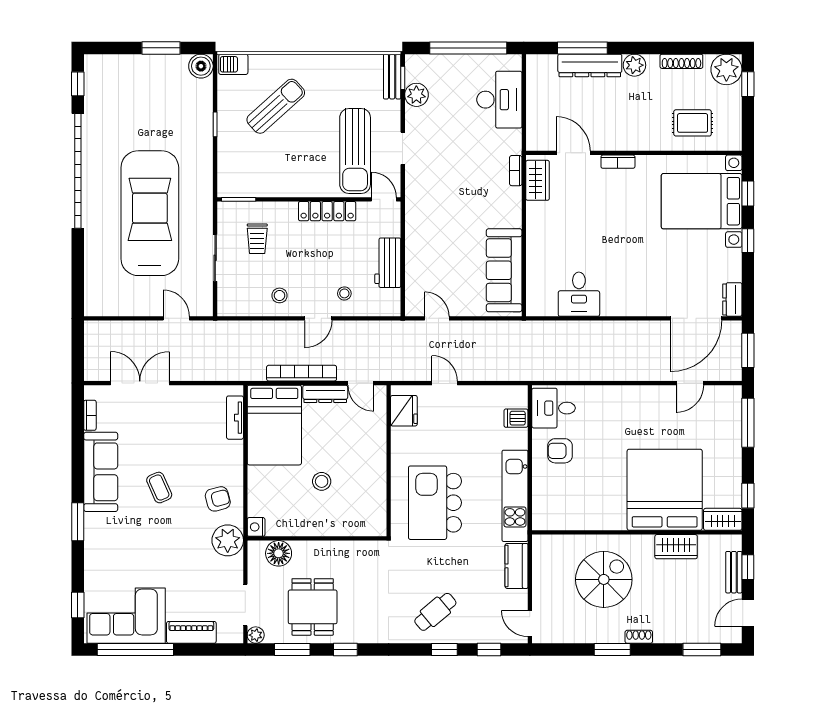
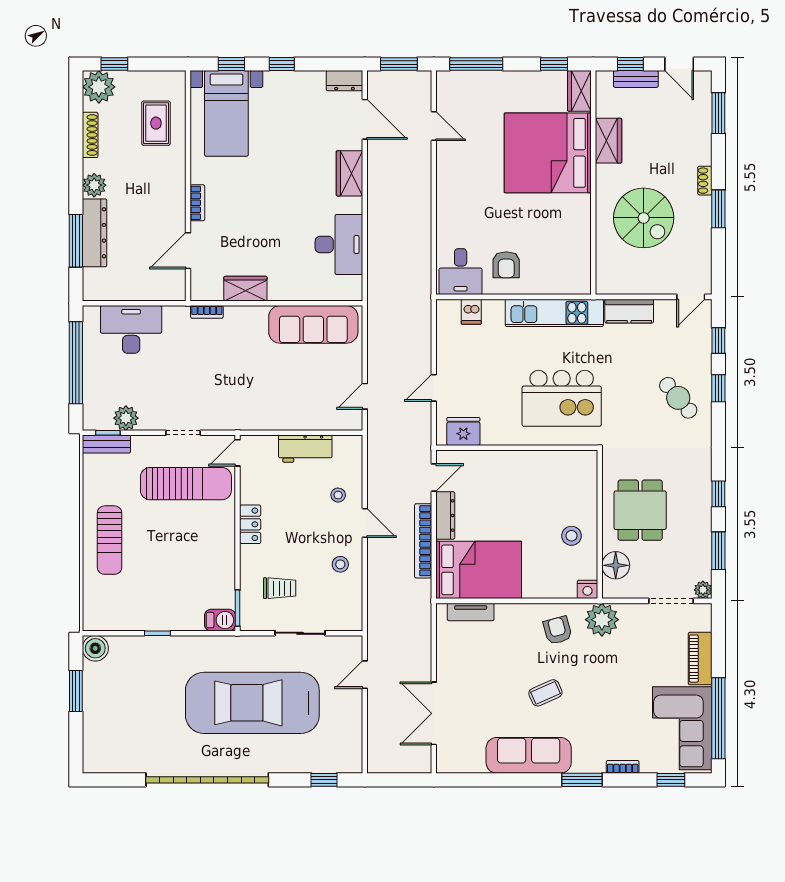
barbecue: (233, 64) -> (220, 620), moved, turned -90
window: (78, 84) -> (324, 780), moved
sun lounger: (276, 106) -> (110, 540), moved, turned -138
wardrobe: (538, 180) -> (245, 289), moved
bed with nightstands: (702, 201) -> (226, 113), width x0.73
locker: (327, 211) -> (250, 524), width x0.66
desk: (579, 294) -> (339, 244), width x1.37
wardrobe: (646, 304) -> (349, 173), added
door: (696, 318) -> (365, 119), width x0.73
bookcase: (90, 415) -> (623, 767), moved
stool: (322, 481) -> (572, 536), moved
spiral stairs: (604, 579) -> (644, 218), turned 180
dining table: (313, 607) -> (640, 510), moved, turned 90

